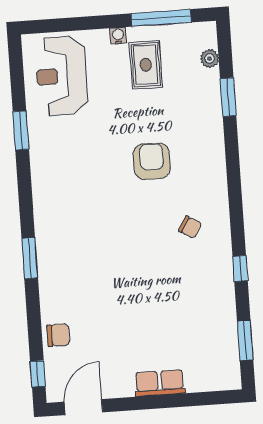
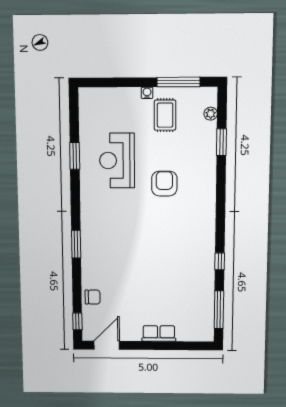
reception desk: (61, 76) -> (117, 161), moved
chair: (190, 227) -> (188, 231), removed
window: (245, 340) -> (219, 310), width x1.44

